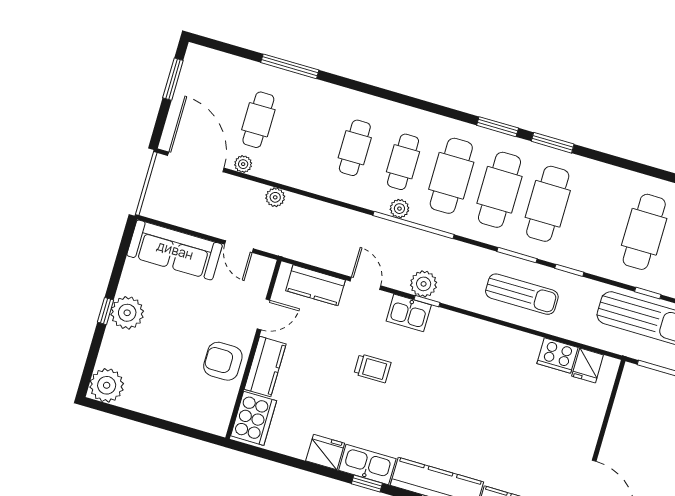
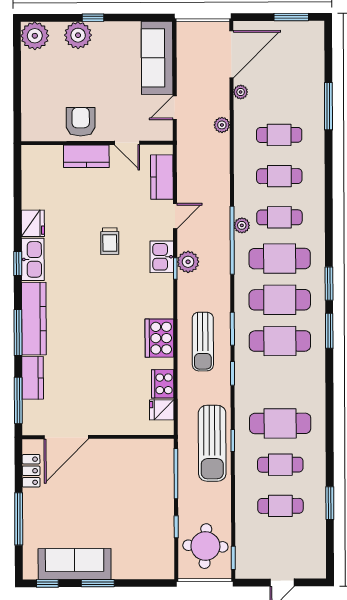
cafe table: (258, 120) -> (279, 135), moved
plant: (127, 313) -> (78, 35), moved
cooker: (254, 418) -> (159, 338), moved, turned 90

